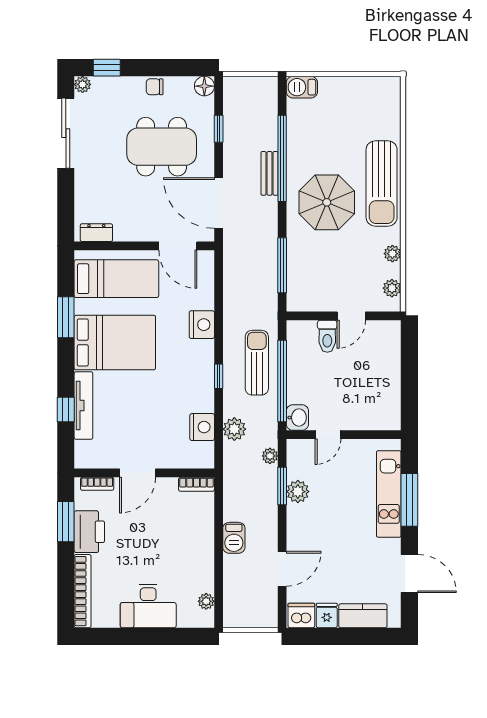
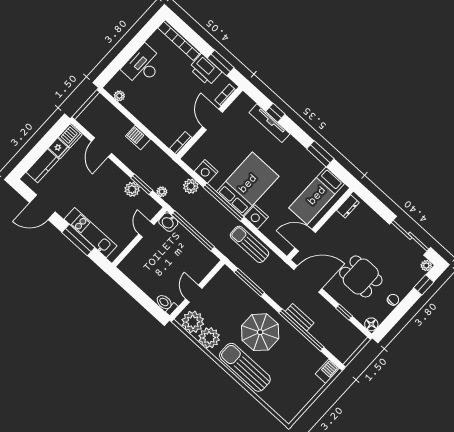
dining table: (162, 147) -> (361, 276), width x0.73
plant: (392, 254) -> (209, 338), width x1.88, depth x1.88
plant: (392, 288) -> (193, 322), width x1.88, depth x1.88
toilet: (327, 336) -> (166, 304), moved
bed: (115, 342) -> (248, 184), moved, turned 180
sun lounger: (257, 363) -> (249, 244), moved, turned 180
window: (219, 376) -> (224, 202), width x3.17

